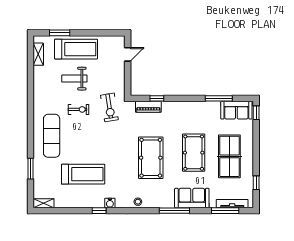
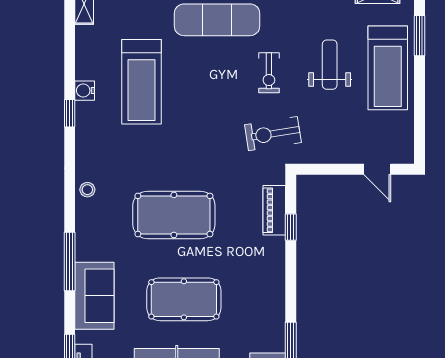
water cooler: (110, 203) -> (85, 91), moved

